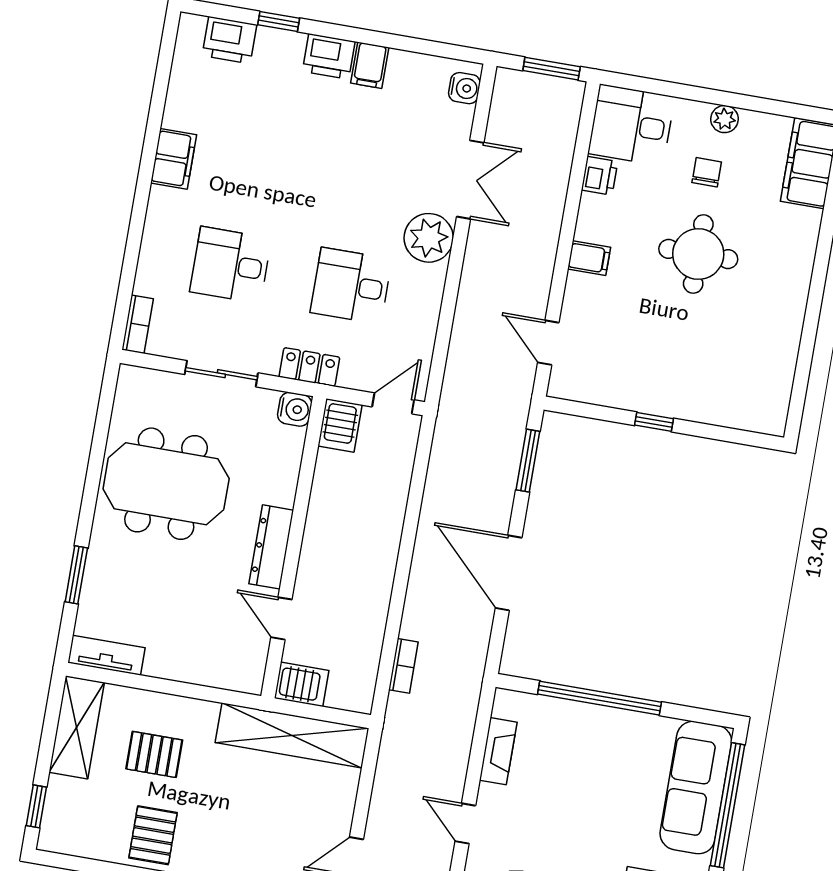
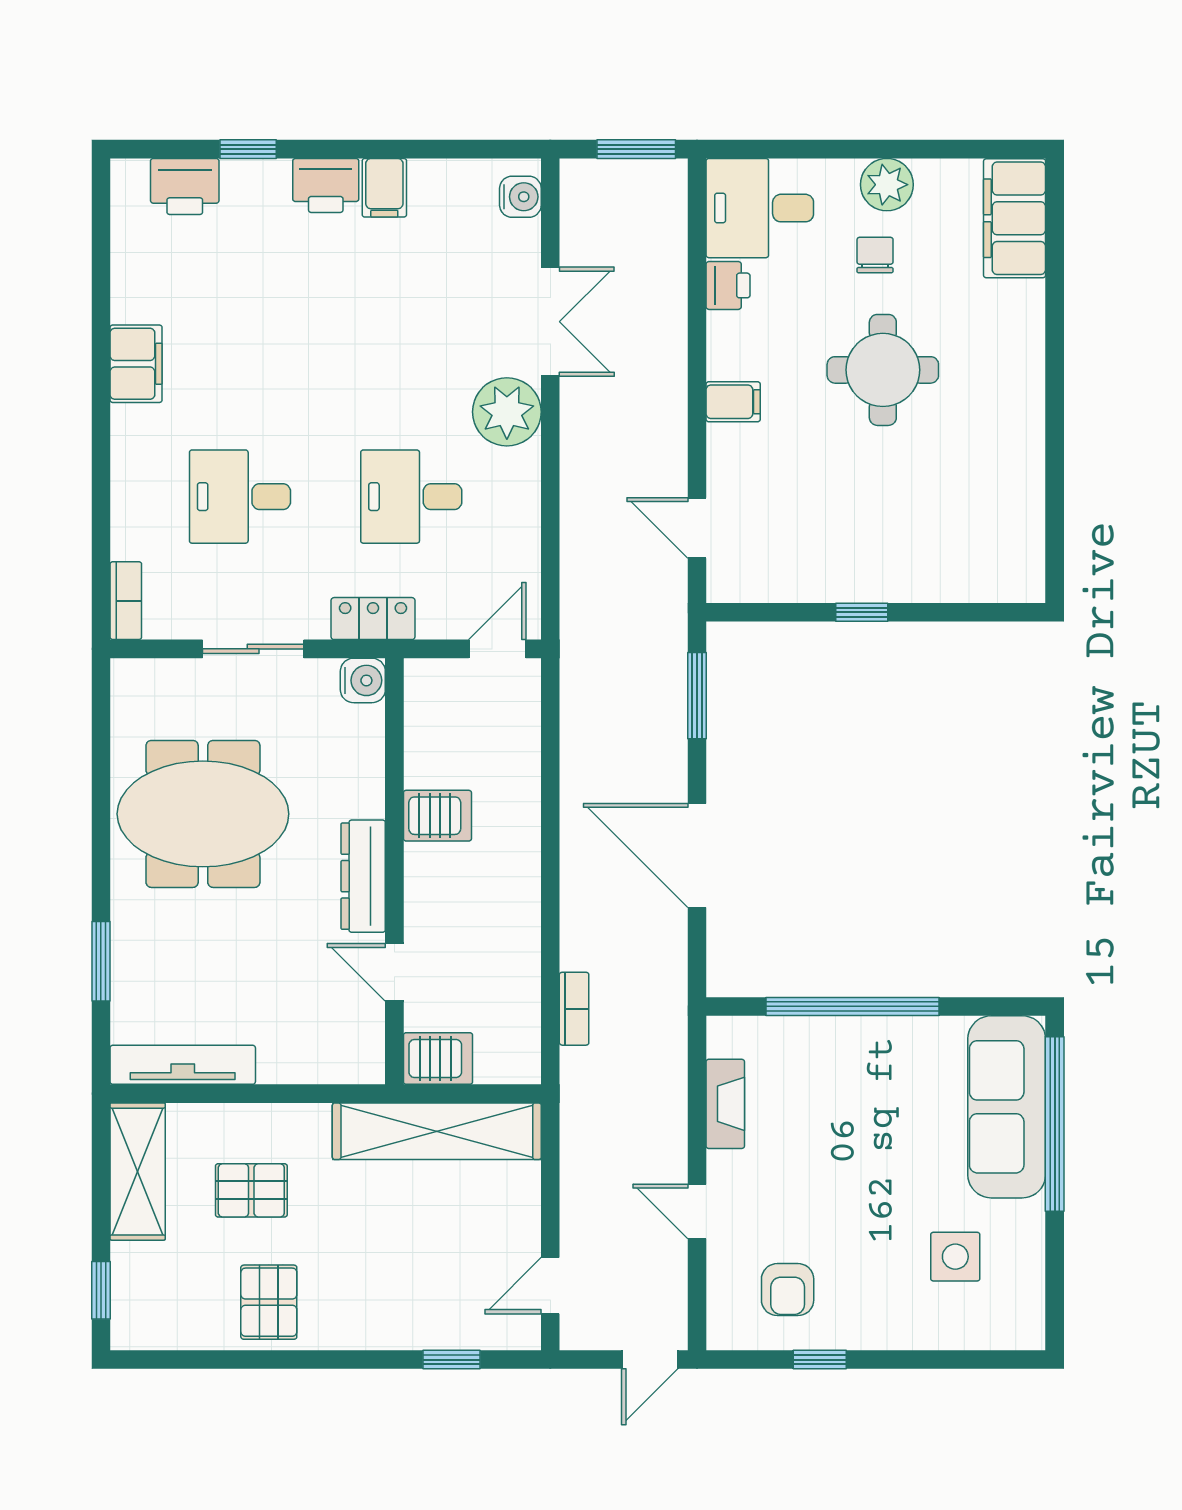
plant: (725, 119) -> (887, 185), width x1.38, depth x1.38
server rack: (340, 425) -> (437, 816), moved, turned -90
tv unit: (106, 655) -> (183, 1065), width x1.41

